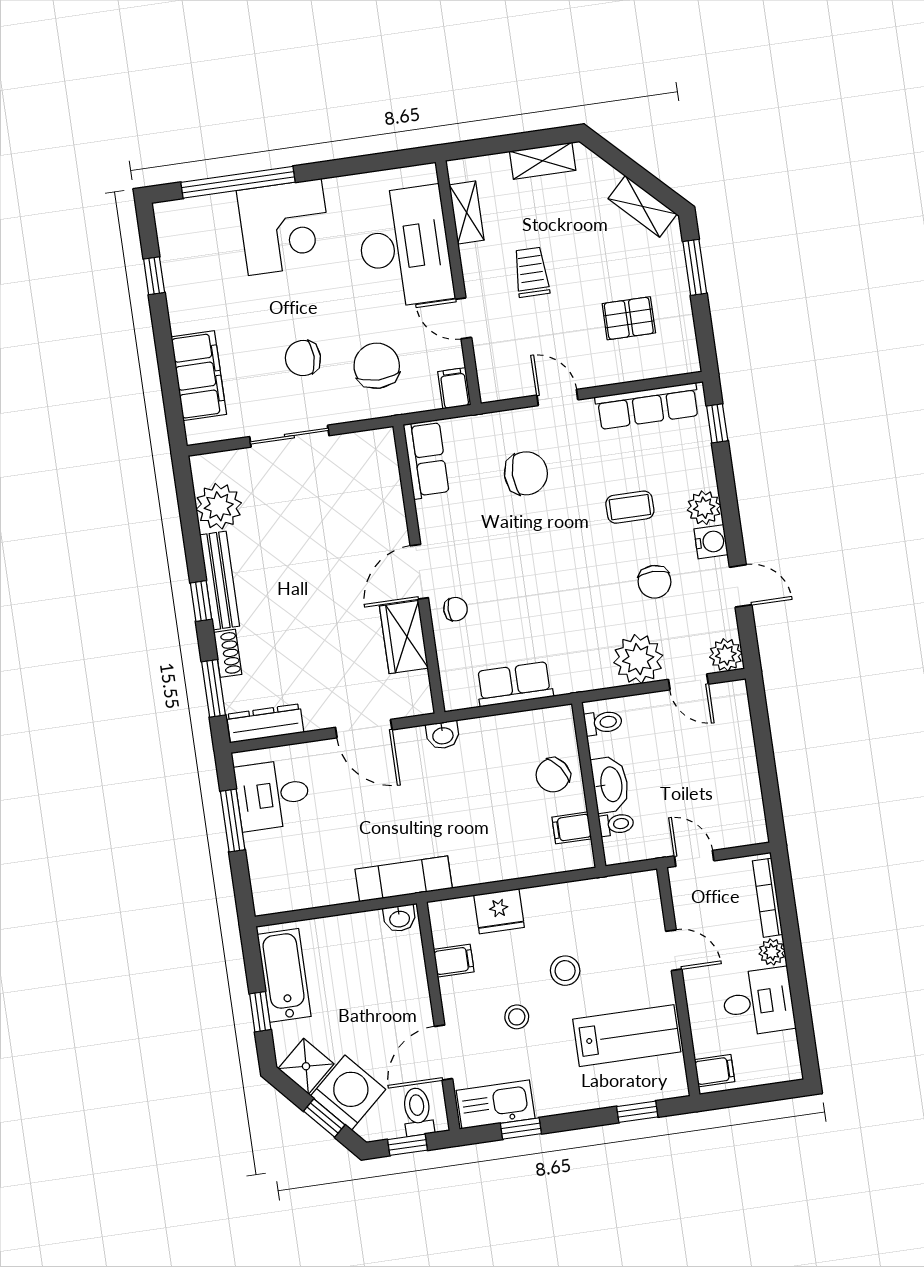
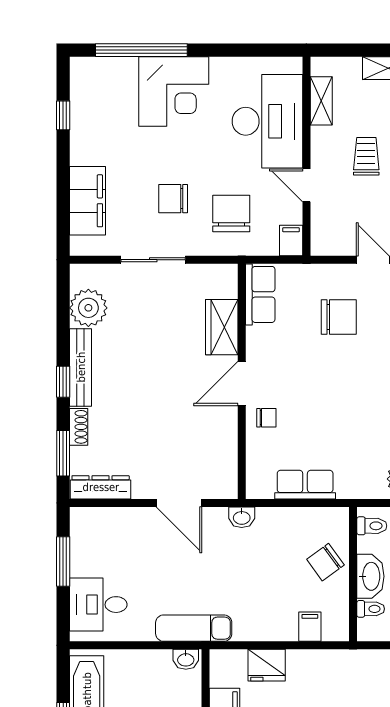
wardrobe: (404, 637) -> (222, 327), moved
desk: (273, 795) -> (98, 605), moved
filing cabinet: (572, 828) -> (310, 627), moved, turned 90

